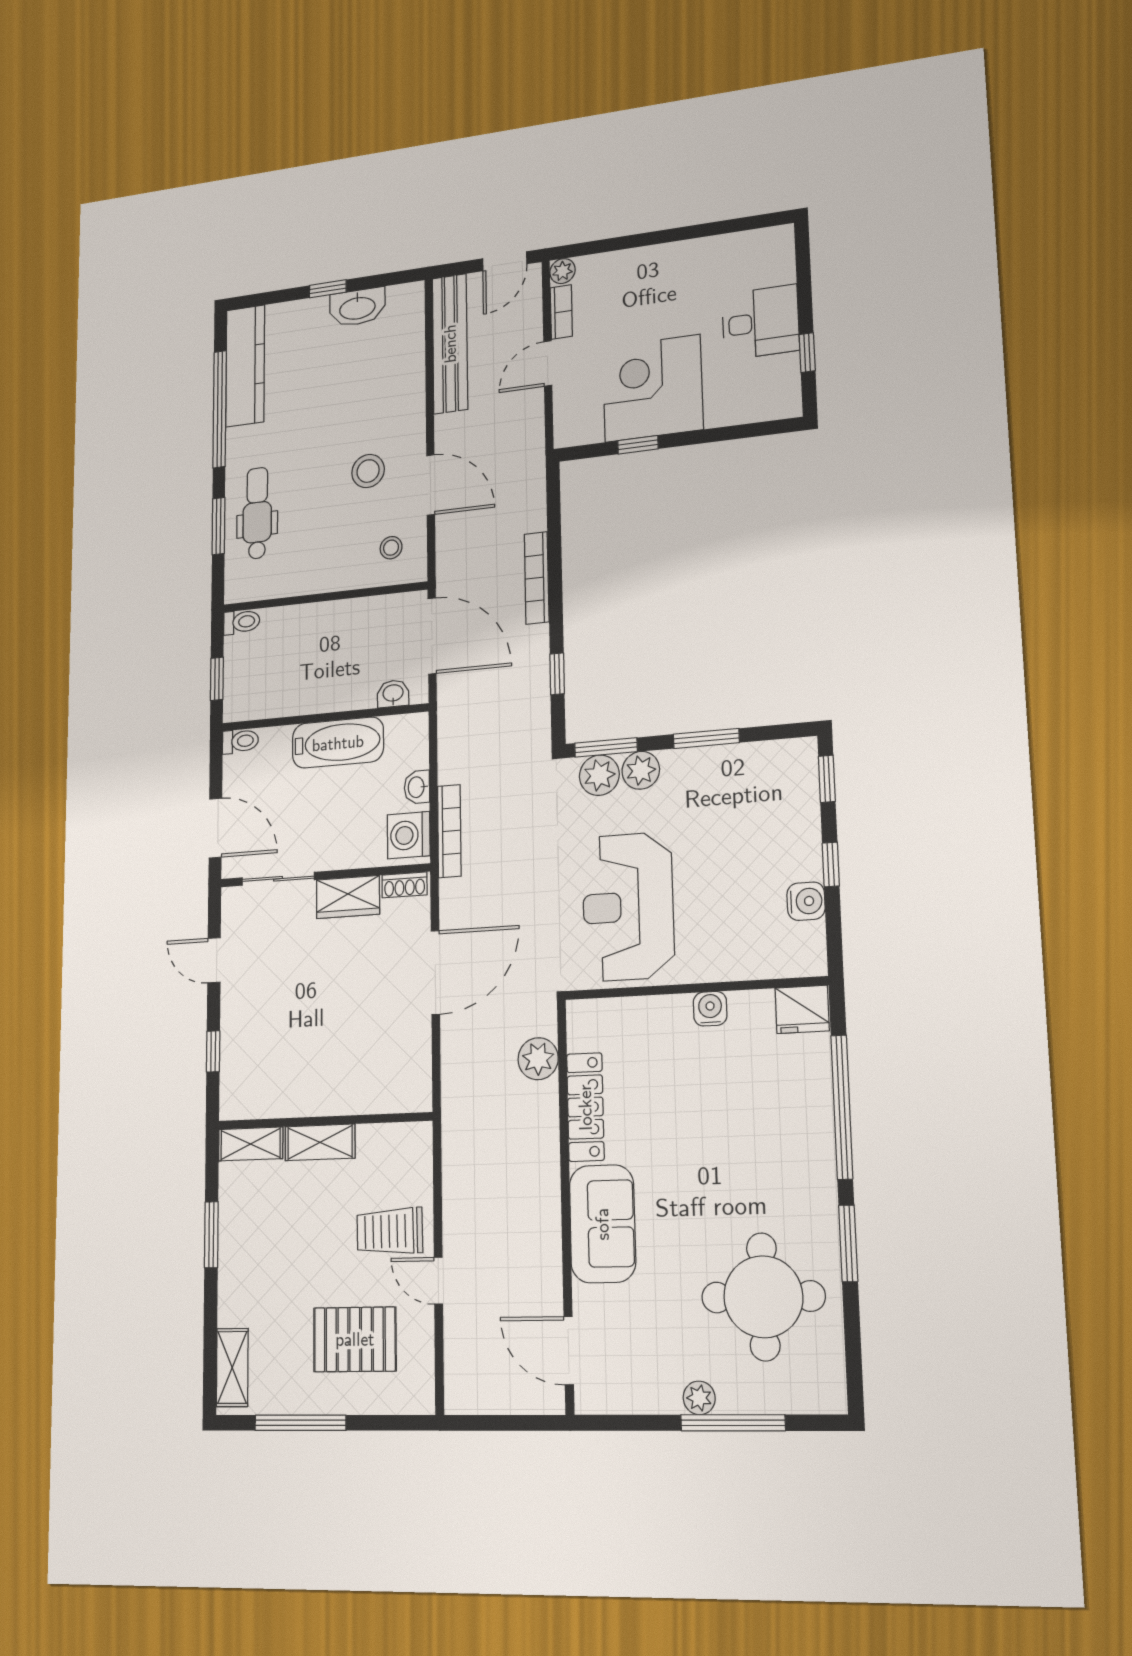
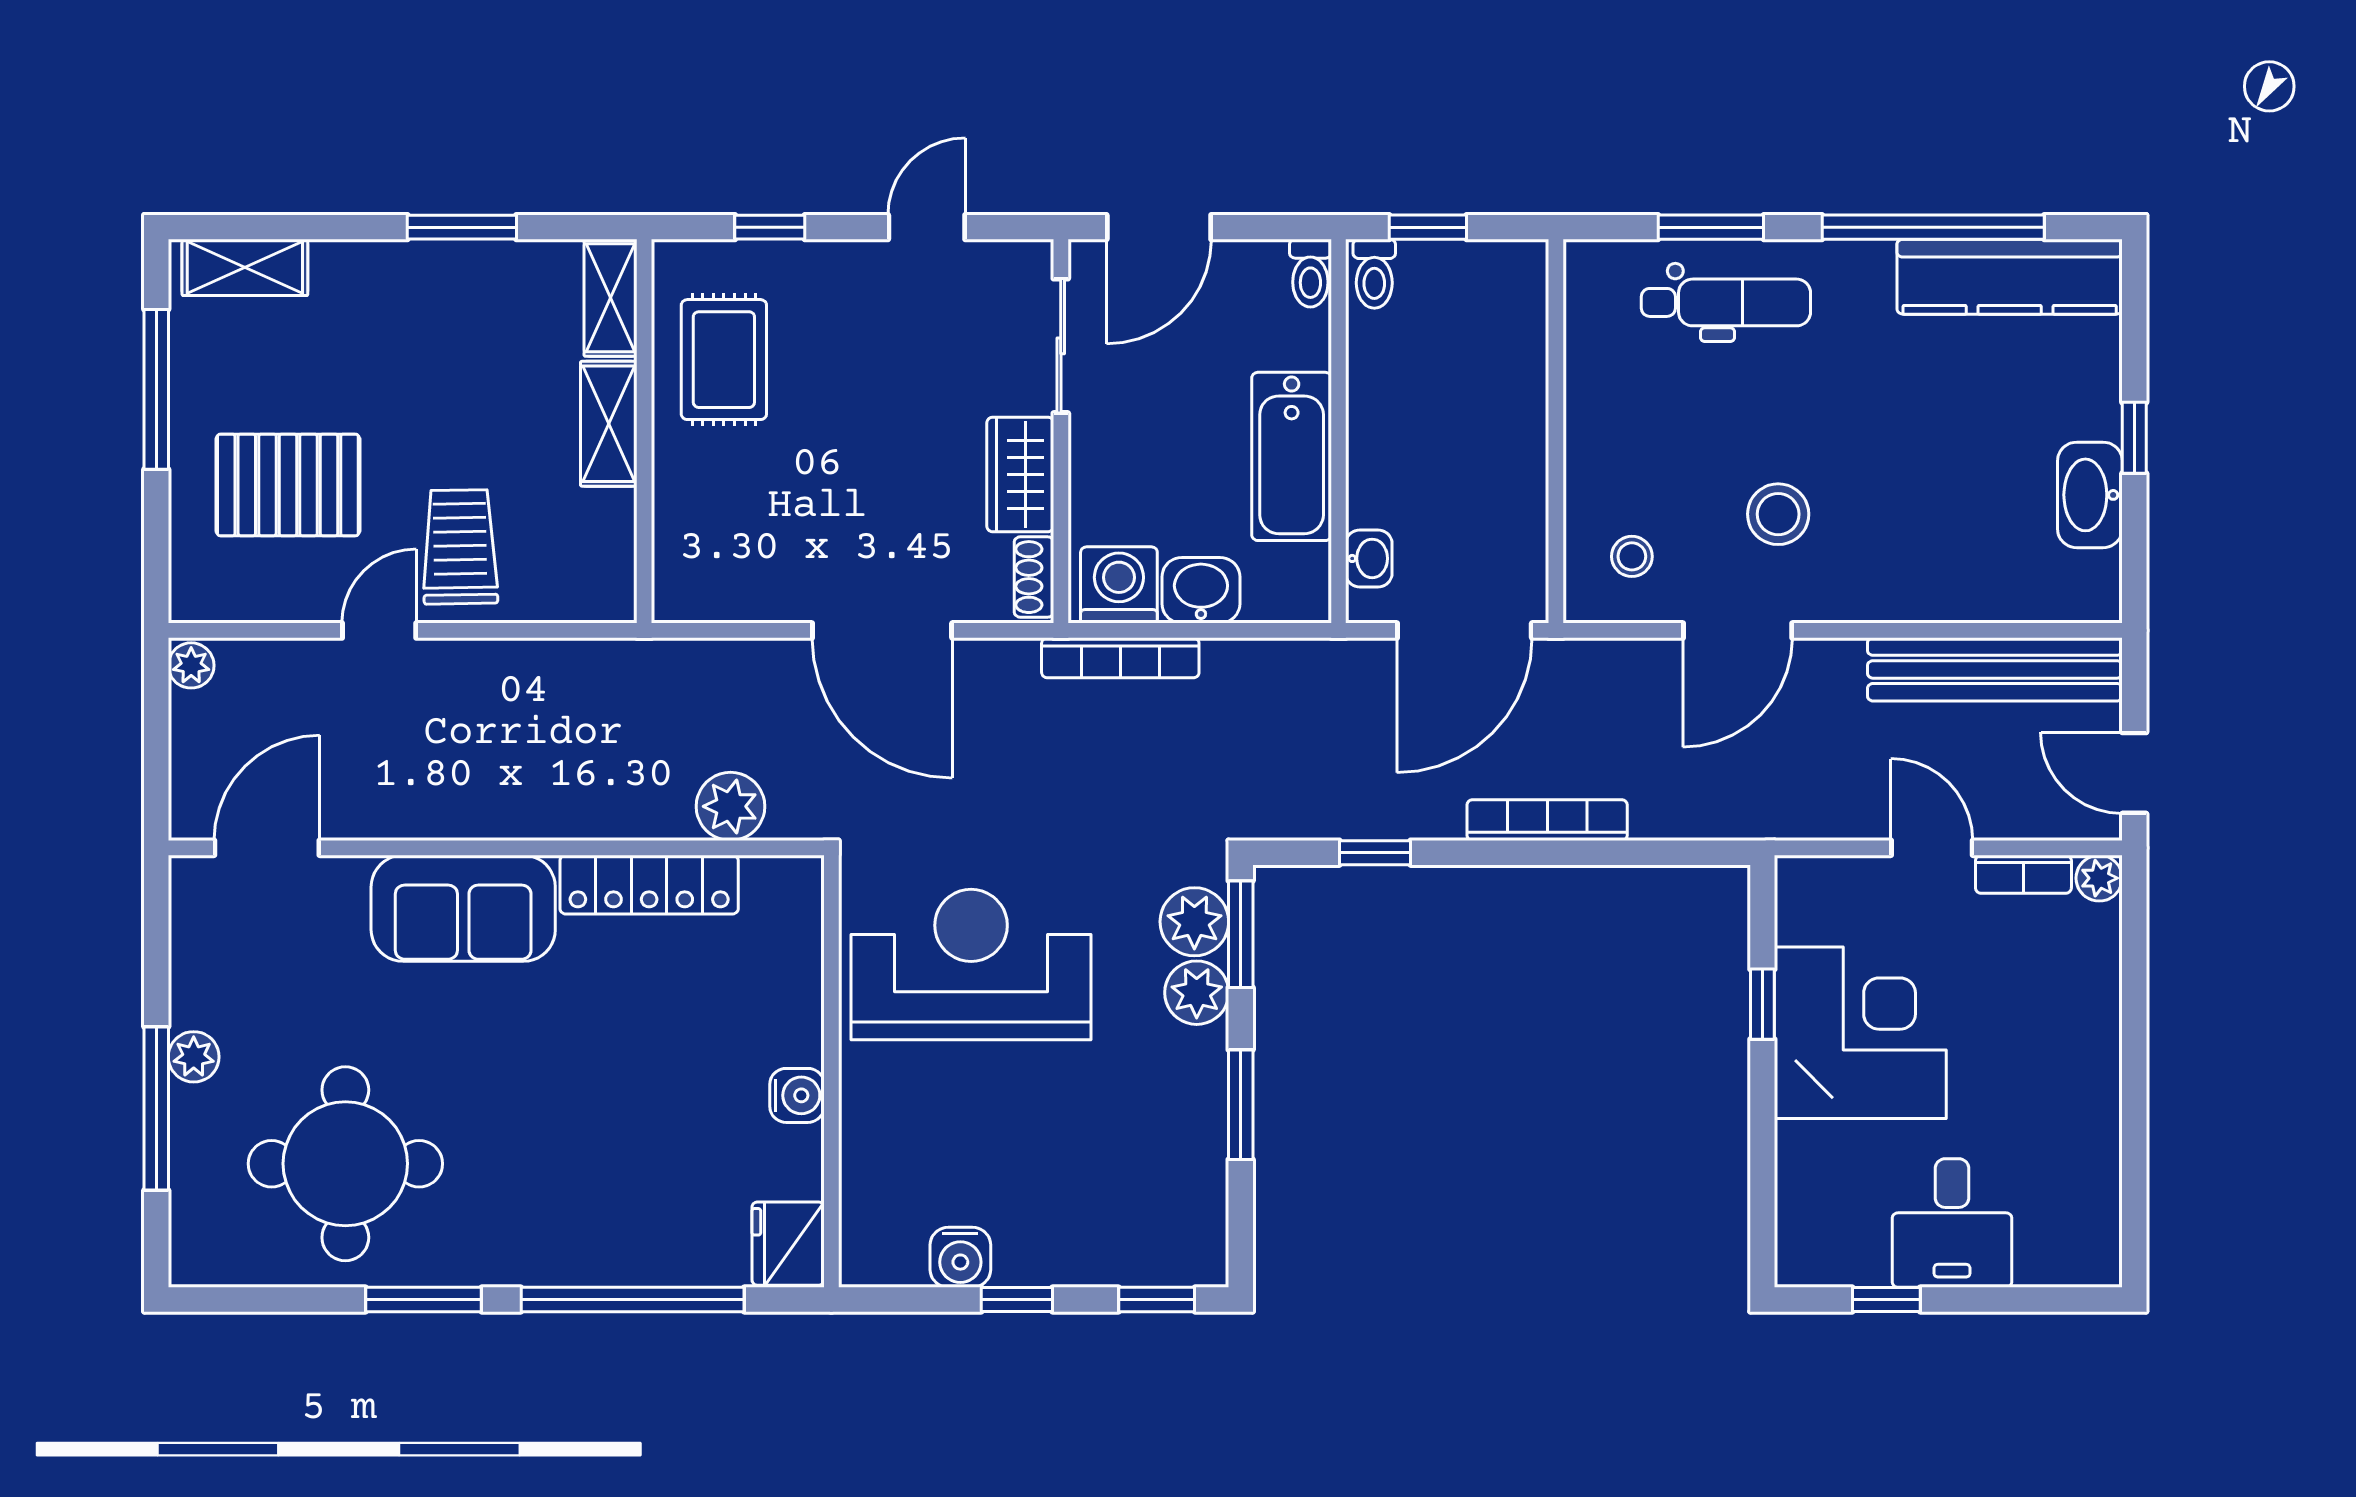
toilet: (242, 622) -> (1374, 274), moved
washbasin: (417, 787) -> (1201, 590), width x1.38, depth x1.45
rug: (285, 1075) -> (724, 360), added
pallet: (355, 1339) -> (288, 485), turned 90
plant: (460, 1400) -> (191, 665), added

